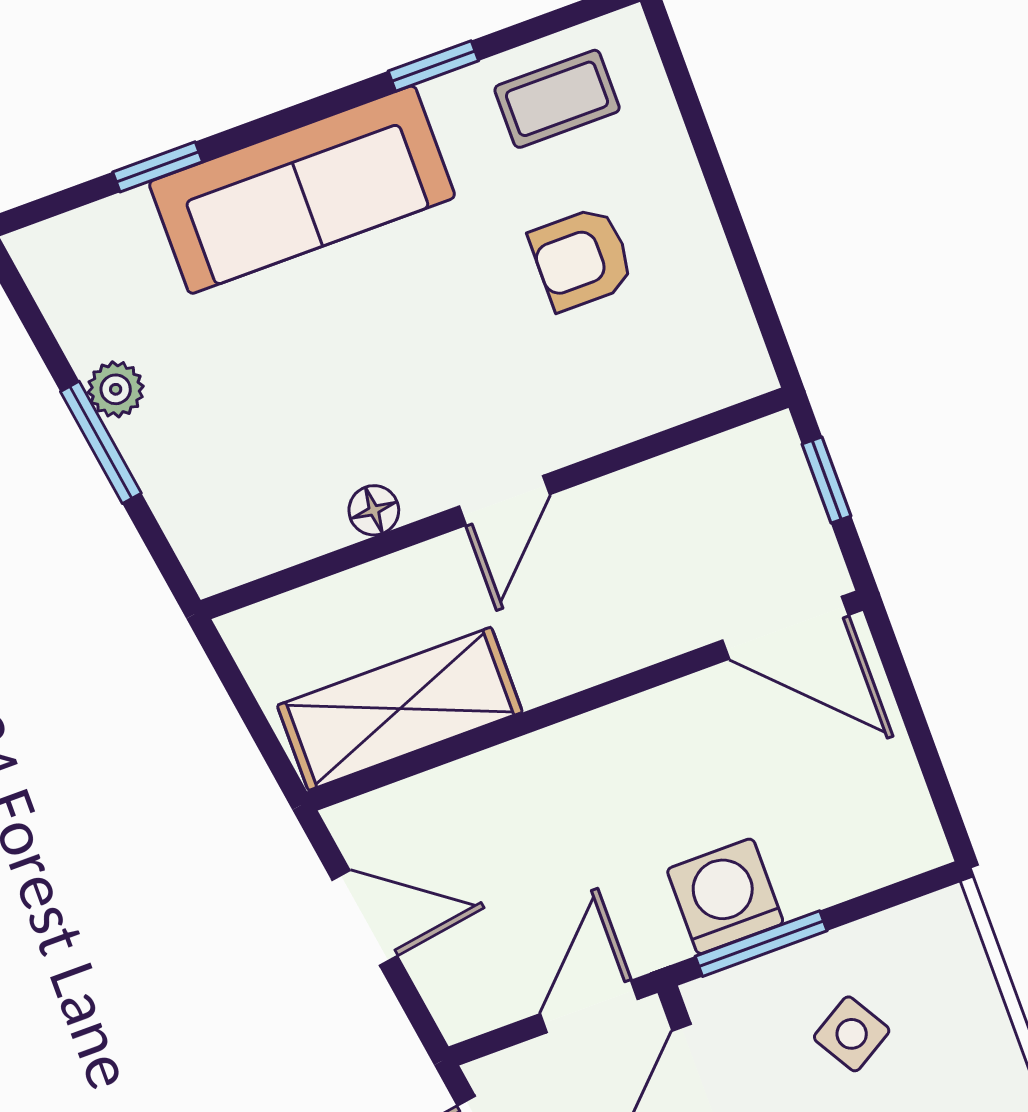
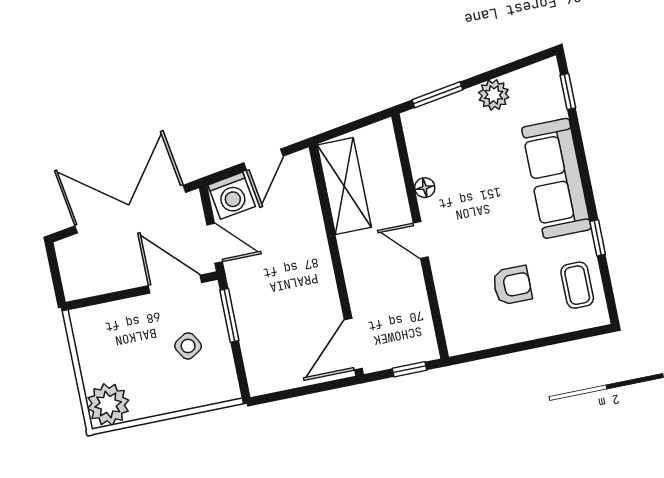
window: (158, 167) -> (568, 91), moved
armchair: (582, 259) -> (512, 285), turned 90
plant: (116, 389) -> (494, 95), width x1.38, depth x1.38
window: (101, 442) -> (437, 95), moved
washing machine: (725, 896) -> (232, 196), moved, turned 81

